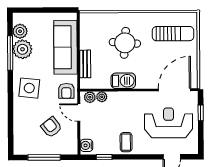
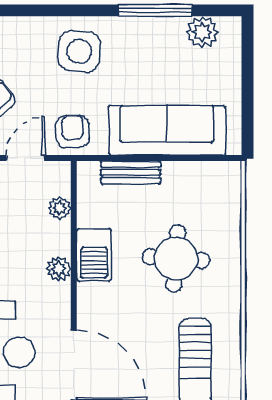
plant: (22, 49) -> (163, 37), removed
armchair: (66, 91) -> (73, 131), turned 90
plant: (90, 97) -> (59, 269), moved

